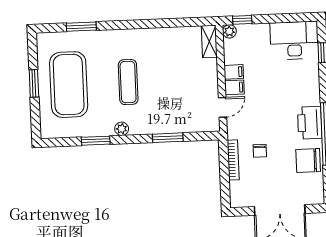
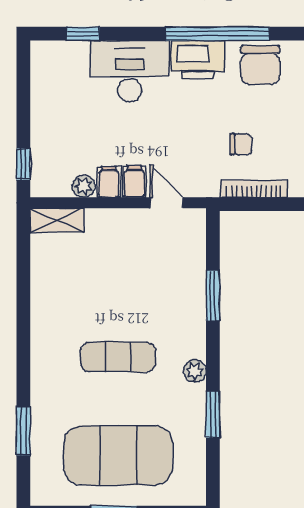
plant: (229, 31) -> (84, 186), moved
desk: (294, 40) -> (130, 71), moved, turned 90

